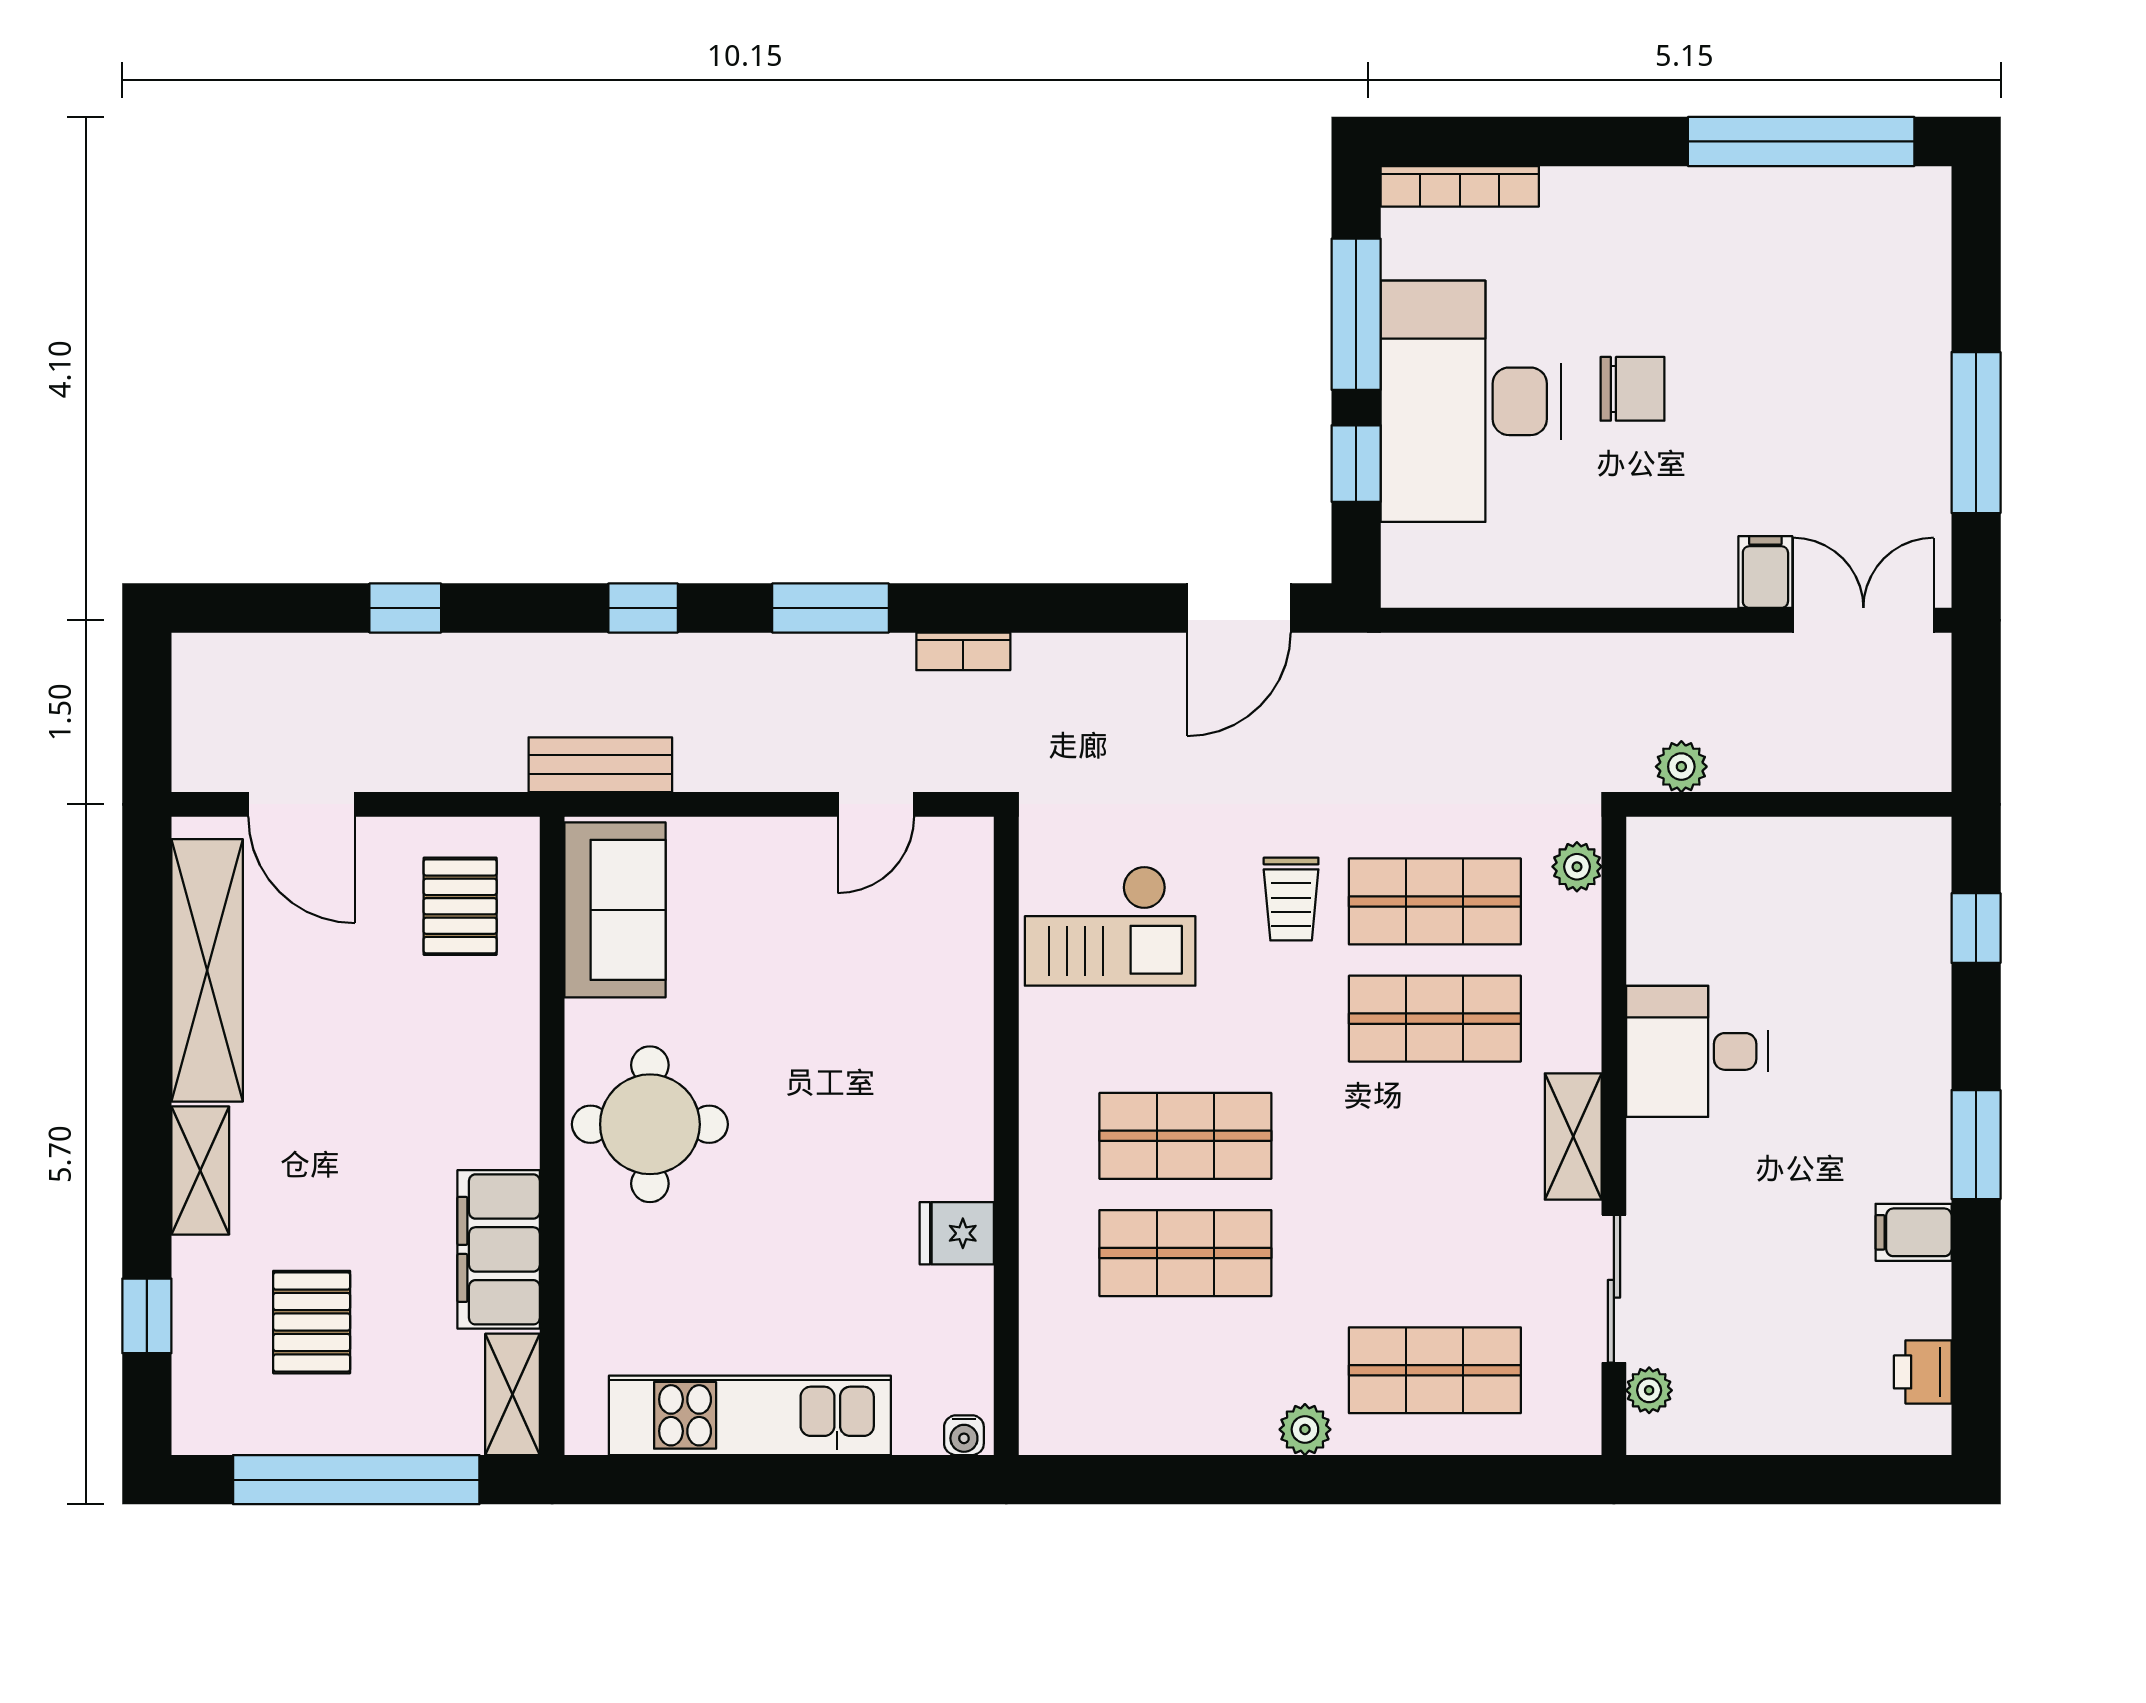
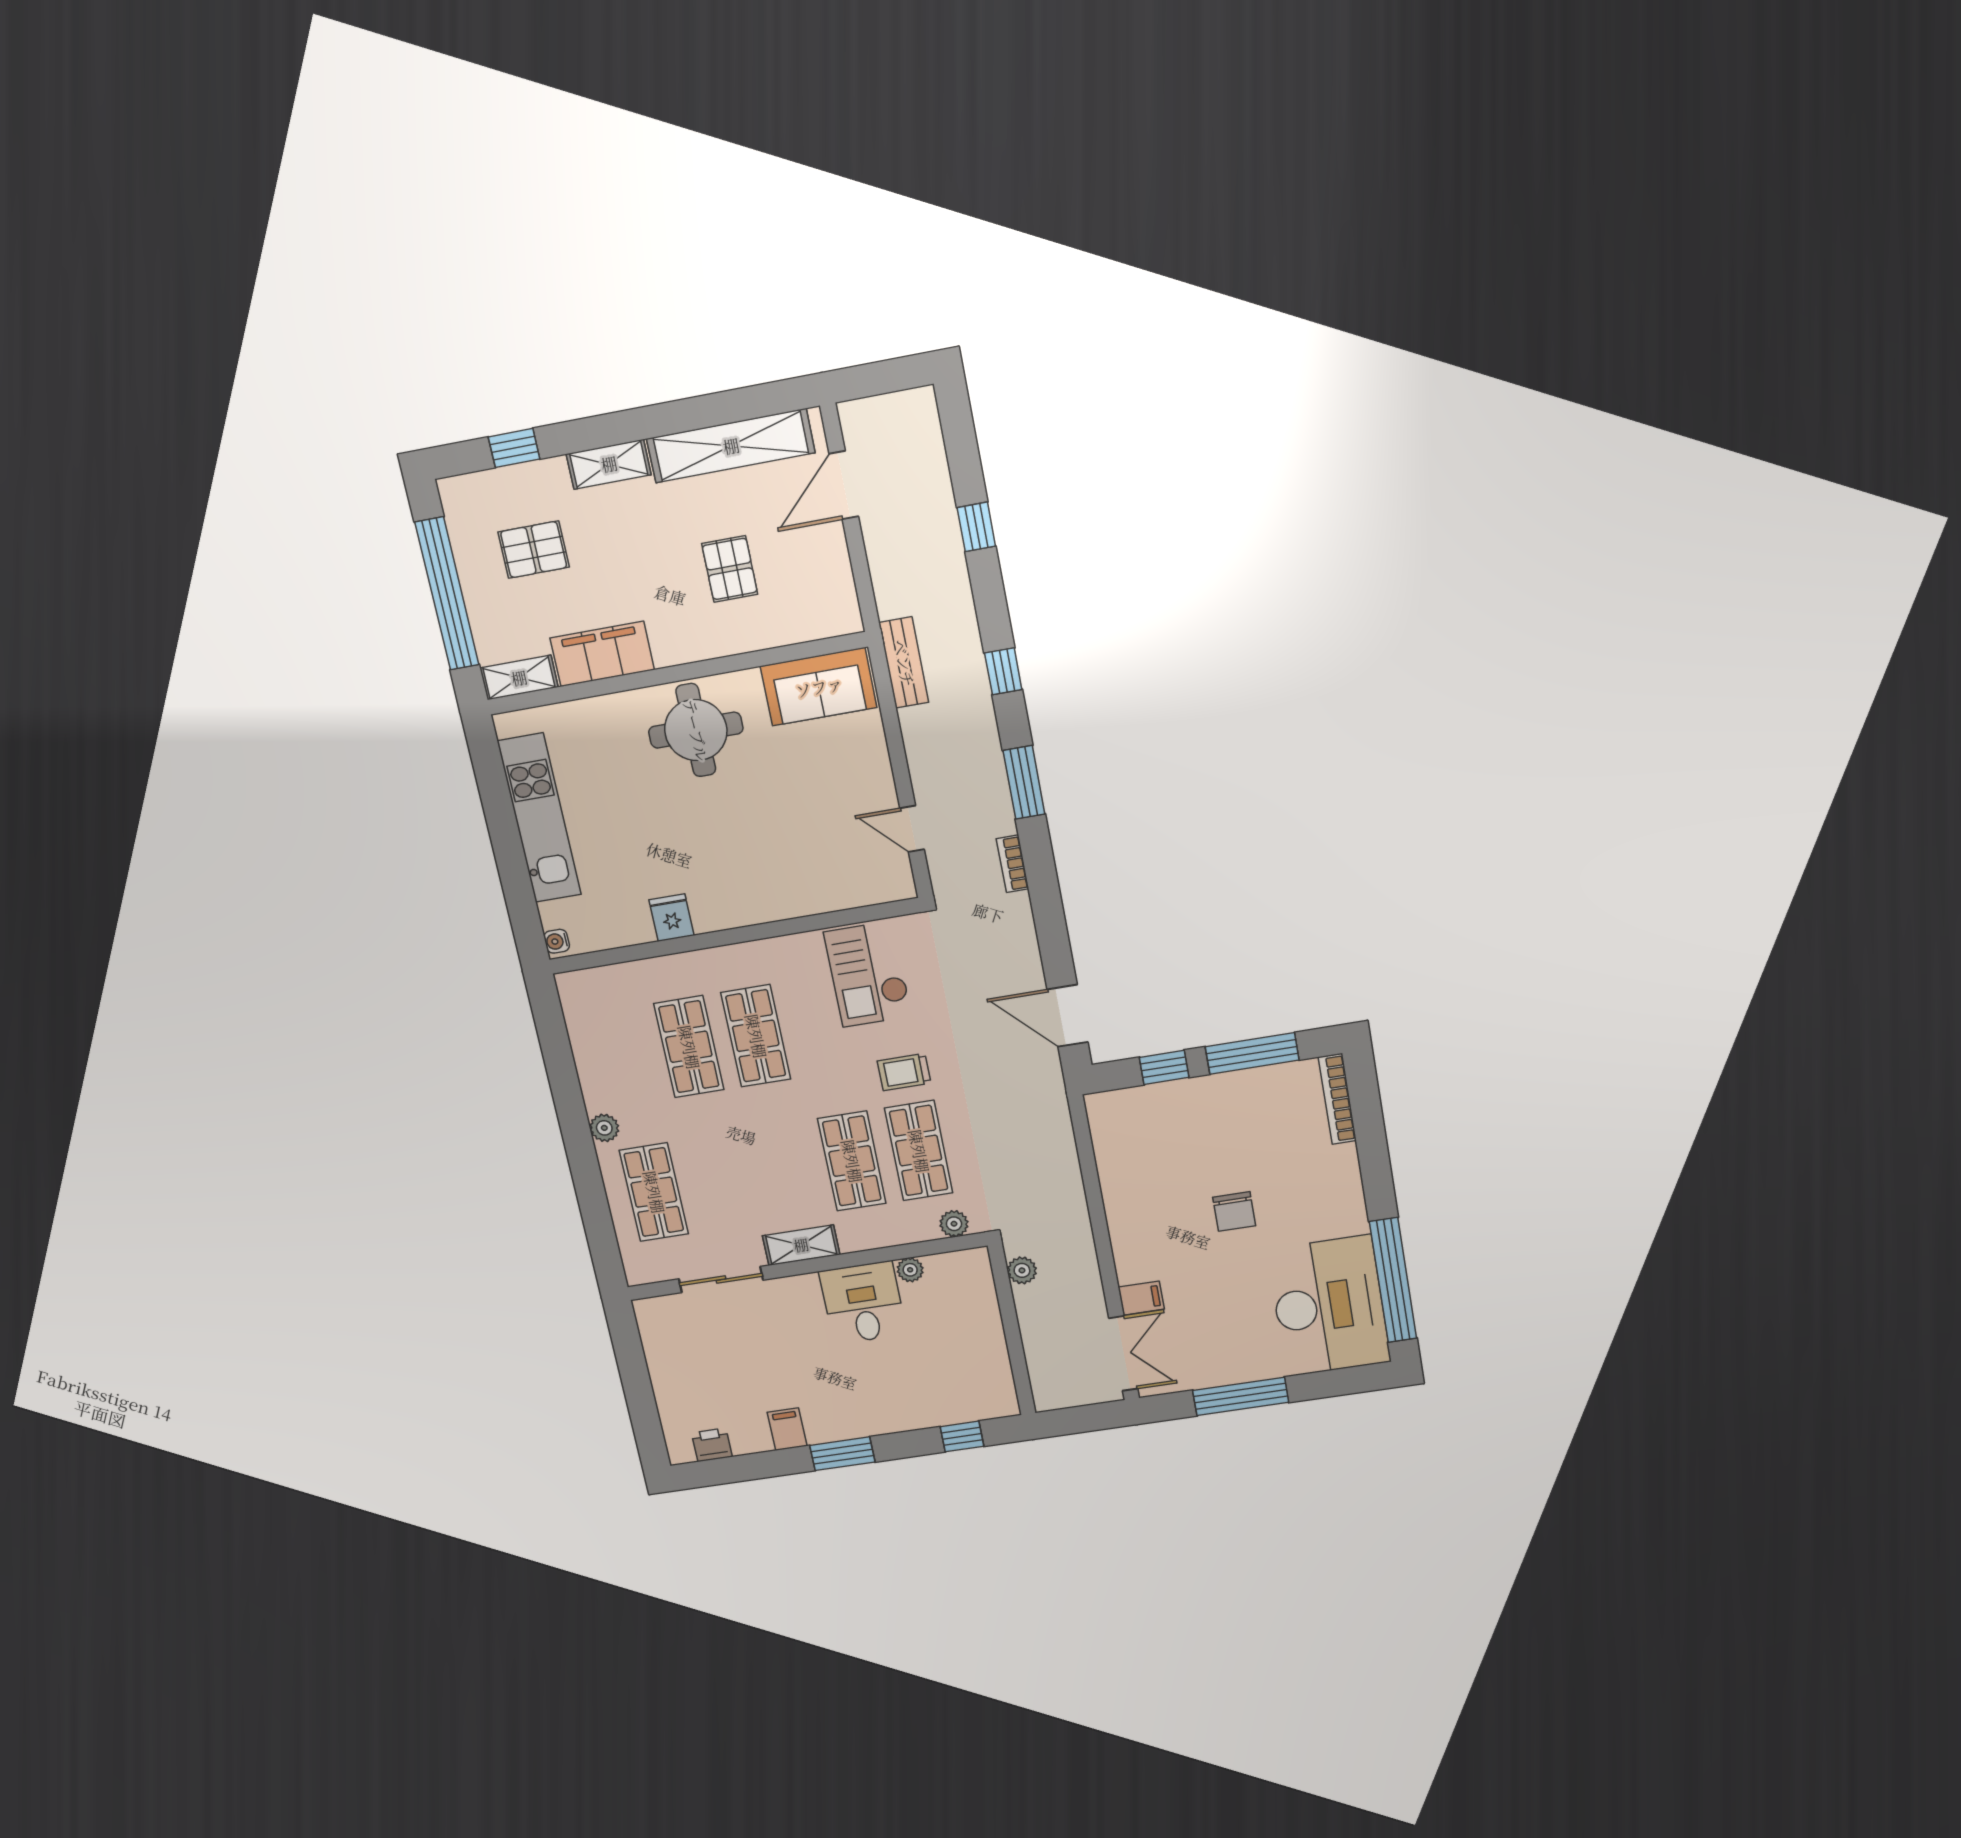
desk: (1471, 401) -> (1329, 1306), moved, turned 90
pallet: (460, 906) -> (730, 569), moved, turned 90
plant: (1649, 1390) -> (910, 1270), moved

